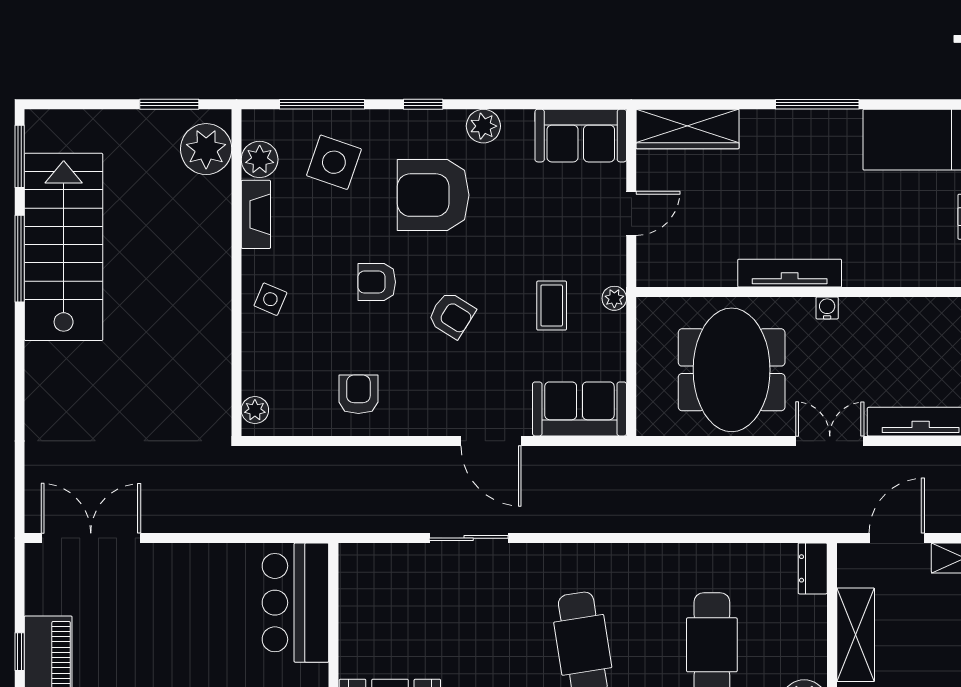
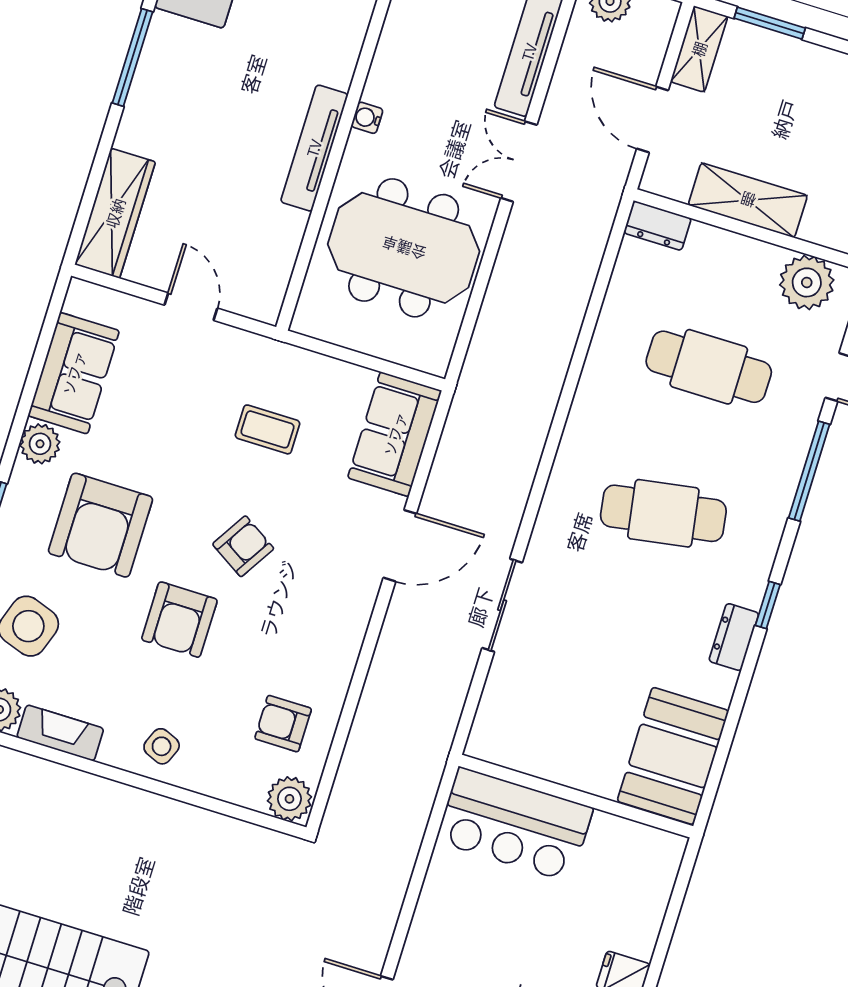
sofa: (581, 136) -> (74, 373), moved
armchair: (377, 282) -> (179, 620), width x1.38, depth x1.38
plant: (614, 298) -> (281, 356), removed
armchair: (358, 394) -> (283, 724), moved
plant: (255, 410) -> (289, 799), width x1.38, depth x1.38

